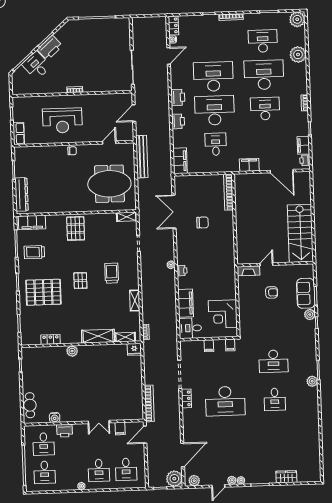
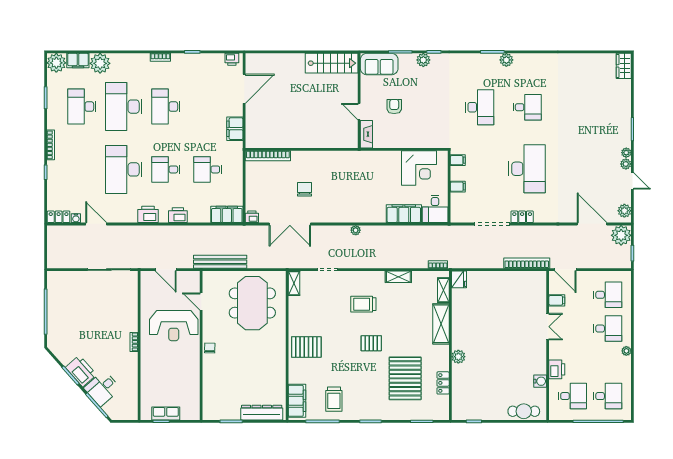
desk: (215, 110) -> (166, 169), width x0.53, depth x0.77
reception desk: (62, 121) -> (174, 326), moved, turned 90
row of seats: (19, 134) -> (166, 413), moved
filing cabinet: (303, 145) -> (78, 61), moved
stairs: (300, 233) -> (332, 63), width x0.73, depth x0.66
printer: (182, 271) -> (252, 217), moved
pallet: (43, 292) -> (405, 378), moved
sofa: (306, 293) -> (379, 64), moved
wardrobe: (286, 477) -> (624, 66), moved

